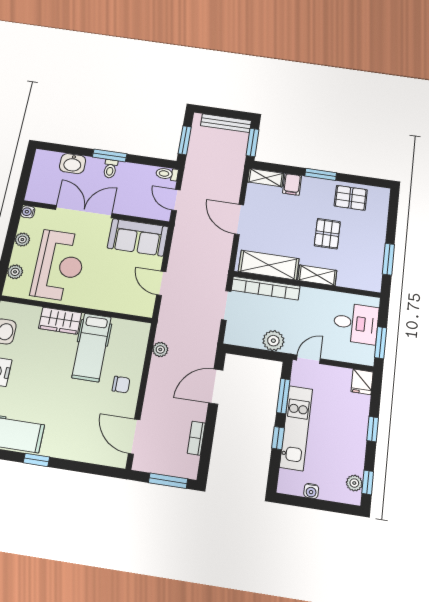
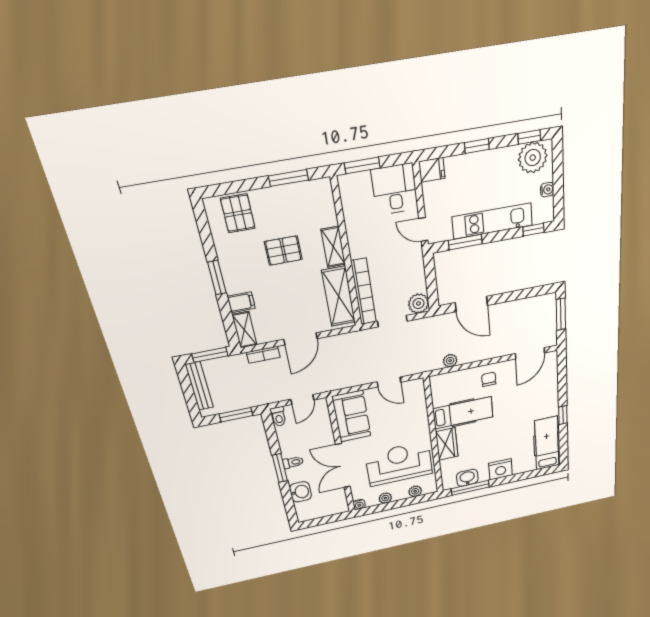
pallet: (351, 198) -> (238, 213), moved
door: (161, 283) -> (389, 382), hinge flipped
desk: (356, 323) -> (395, 189), moved
plant: (273, 341) -> (419, 303), moved
window: (381, 343) -> (362, 165), moved
bookcase: (196, 438) -> (263, 355), moved
window: (278, 438) -> (533, 230), moved
plant: (354, 483) -> (533, 158), width x1.87, depth x1.87

